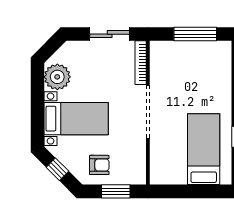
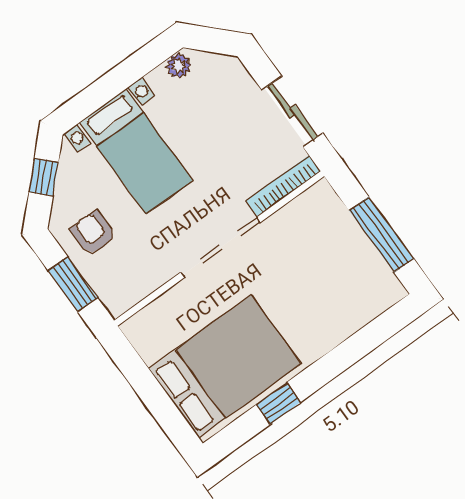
plant: (57, 77) -> (179, 66), width x0.53, depth x0.53
bed: (204, 149) -> (225, 367), width x1.50
armchair: (99, 165) -> (93, 233), turned 180

